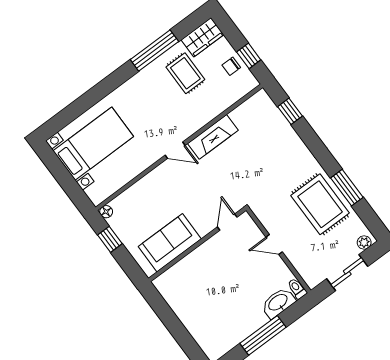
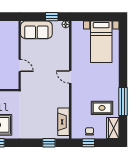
fireplace: (213, 137) -> (64, 122), moved
door: (175, 150) -> (70, 77), hinge flipped
door: (227, 222) -> (20, 65), moved
sofa: (170, 243) -> (36, 30), moved, turned 90

